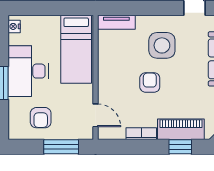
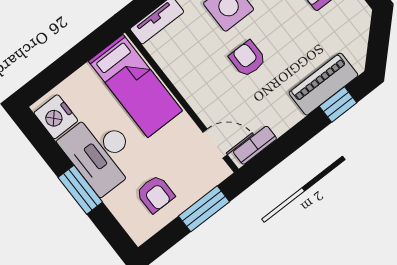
nightstand: (14, 26) -> (56, 117), width x1.89, depth x1.79
bookcase: (141, 134) -> (255, 145), moved

